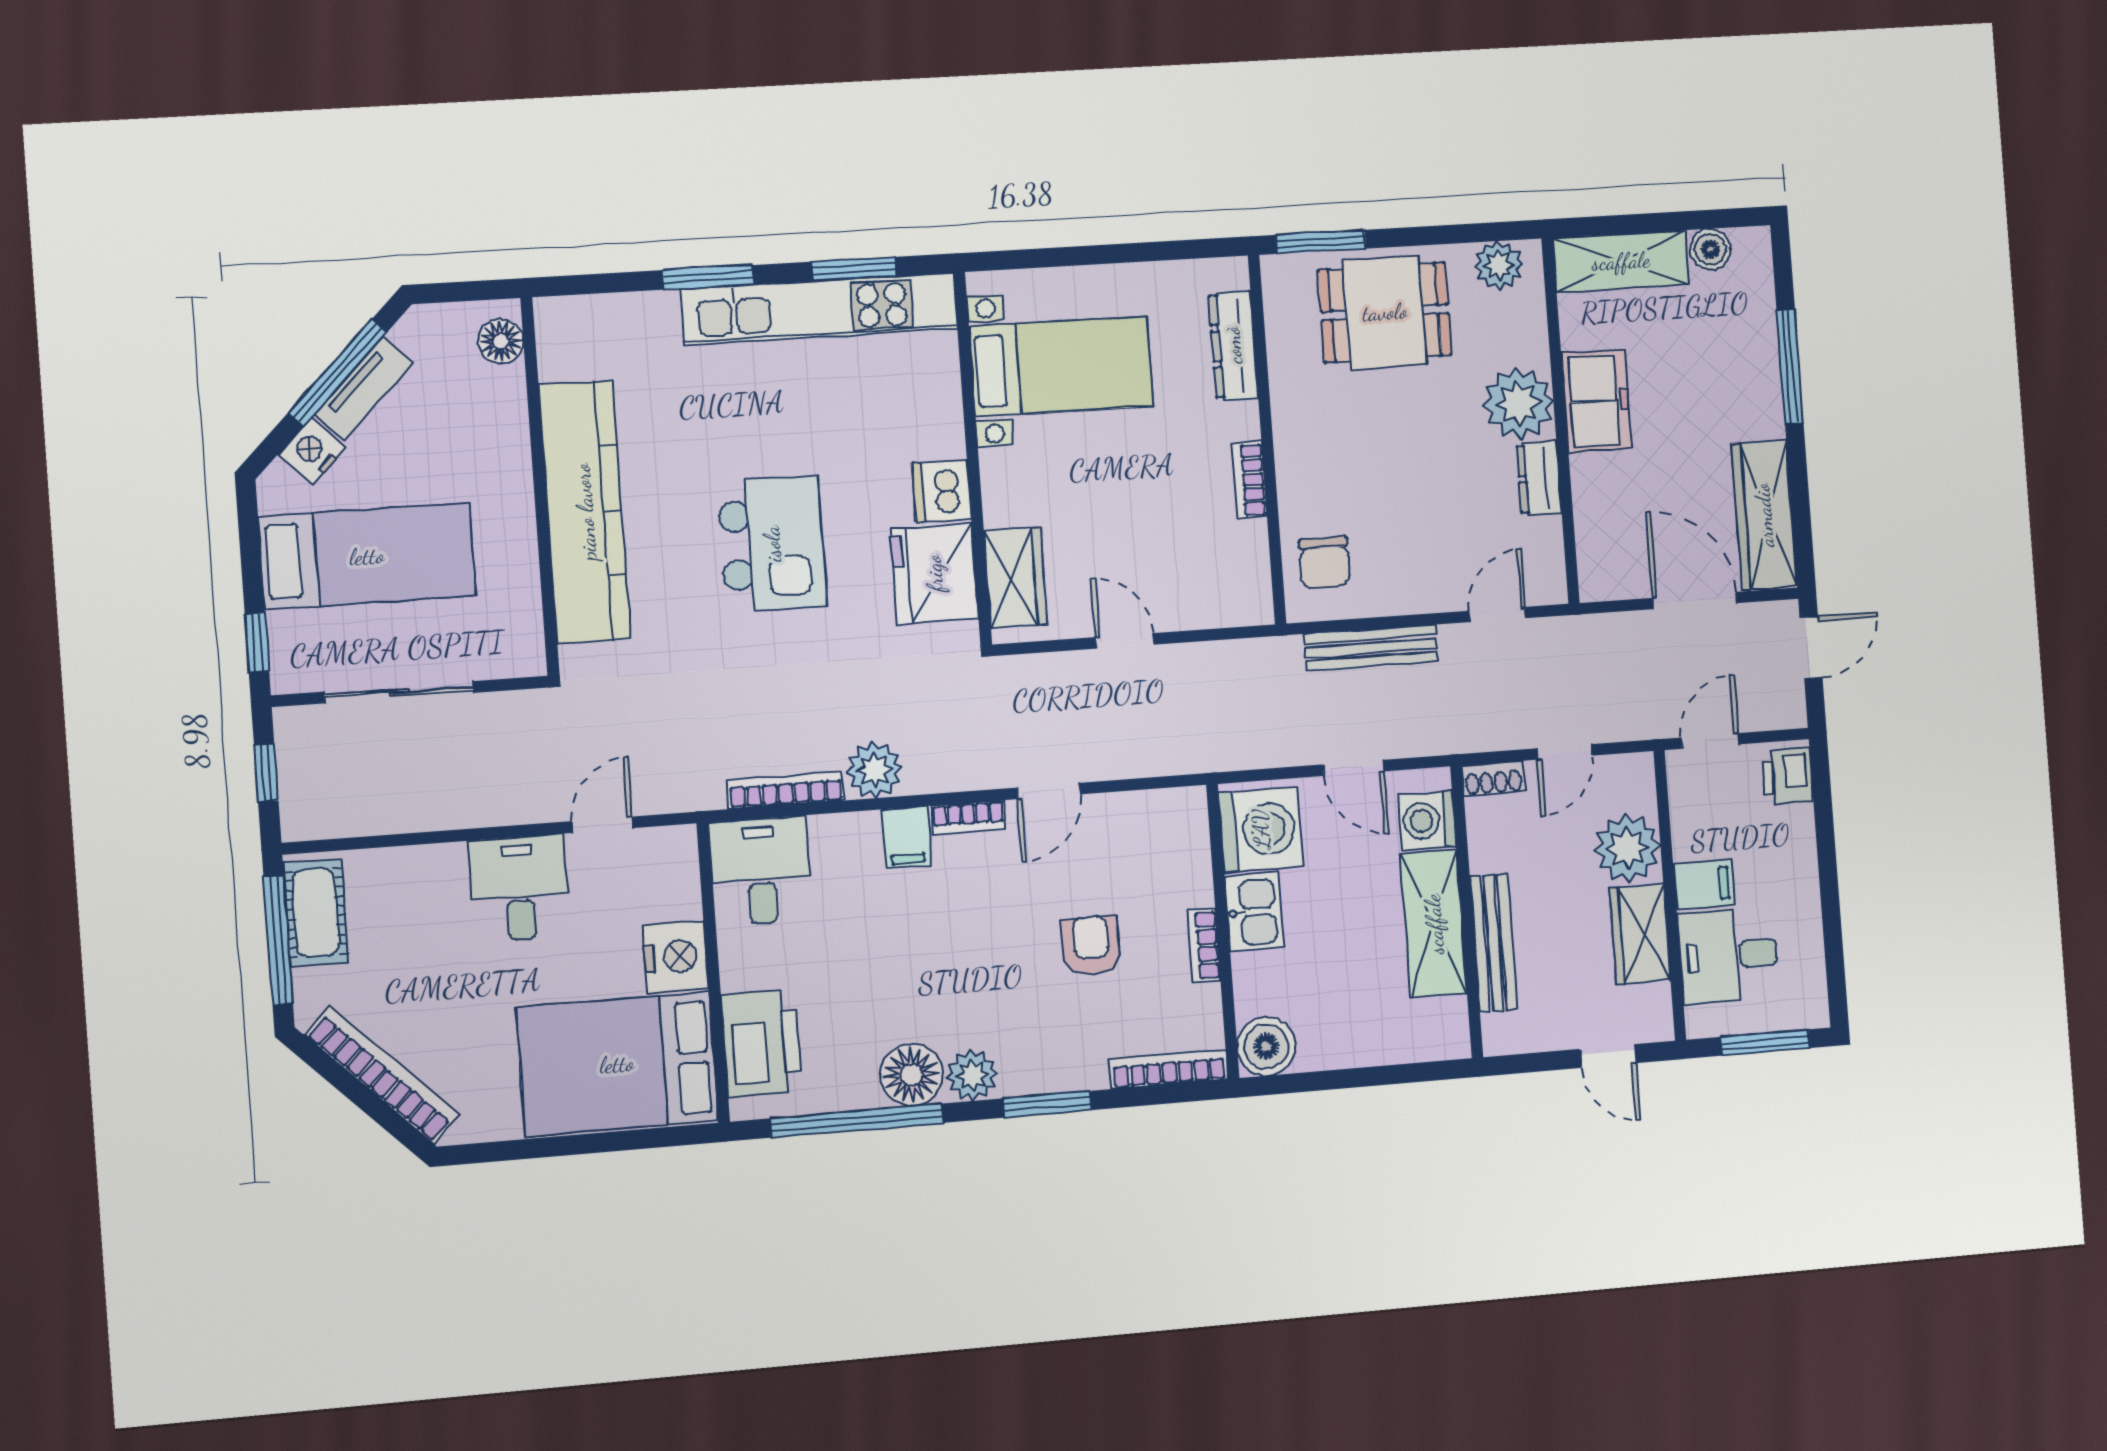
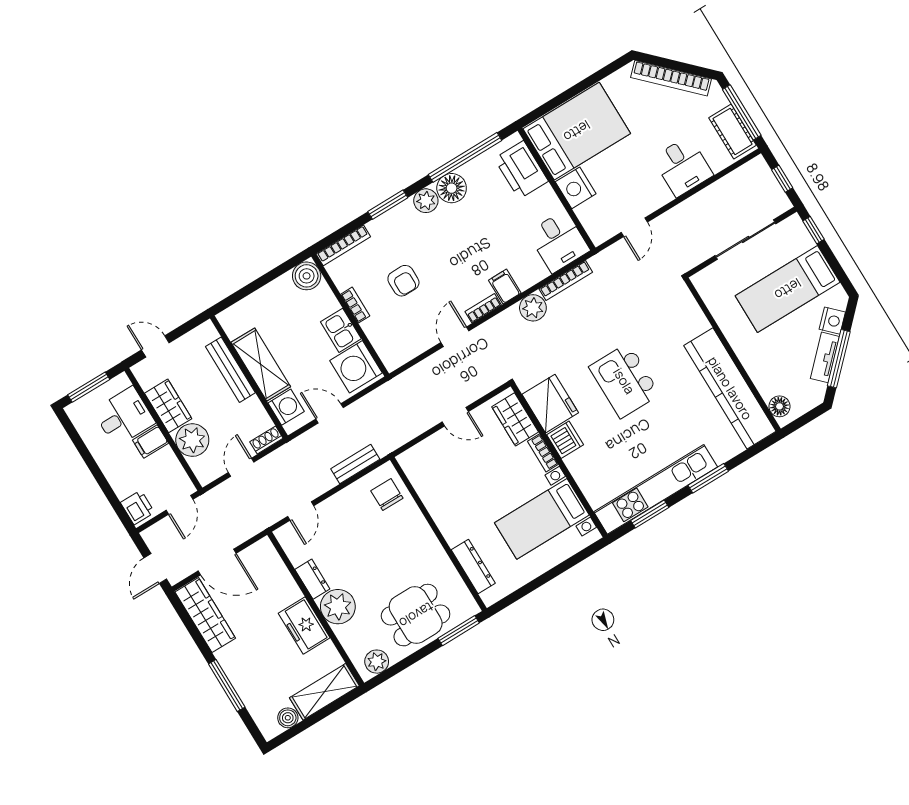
bookcase: (1249, 480) -> (543, 453), moved, turned 180
kitchen counter: (585, 512) -> (730, 388), moved
bench: (1371, 648) -> (355, 464), width x0.73
desk: (519, 888) -> (683, 166), moved

